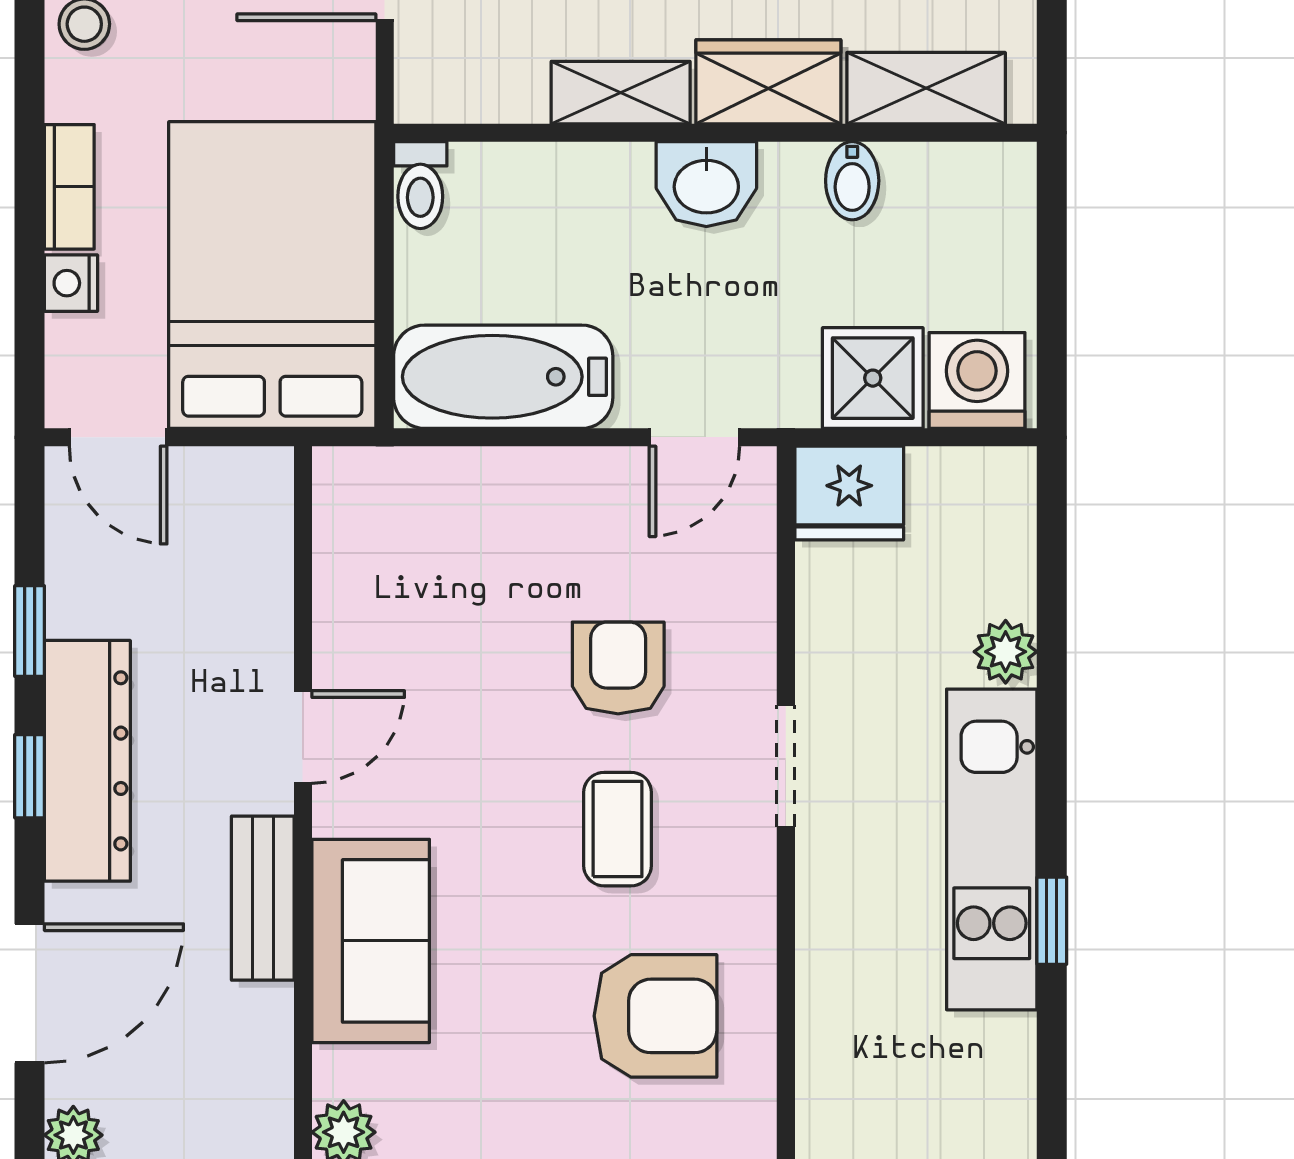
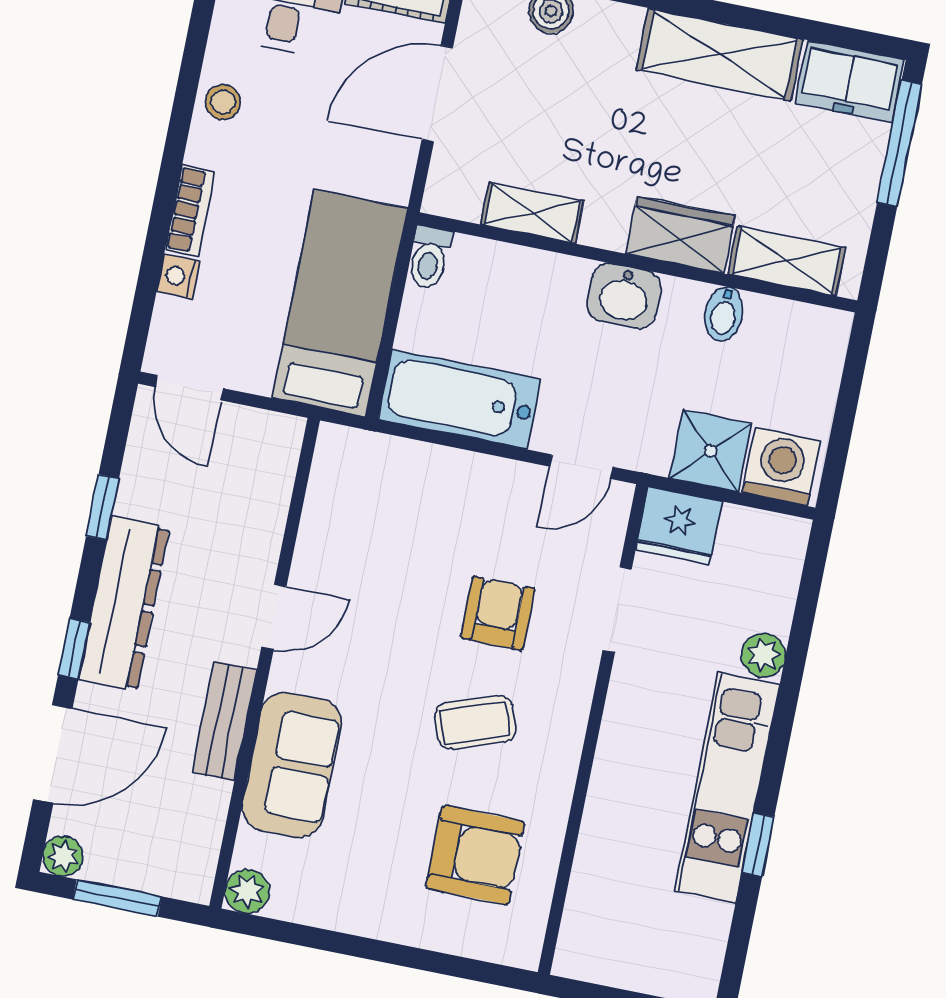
shelving: (621, 93) -> (532, 213), moved
bed: (272, 275) -> (340, 303), width x0.67
doorway: (786, 766) -> (617, 610), moved
window: (30, 776) -> (74, 649), moved
coffee table: (618, 829) -> (475, 723), turned 71

